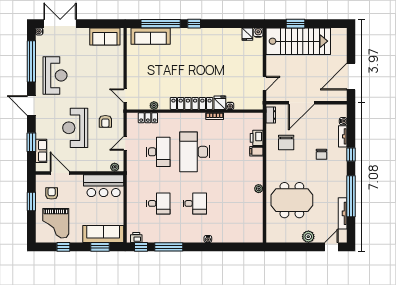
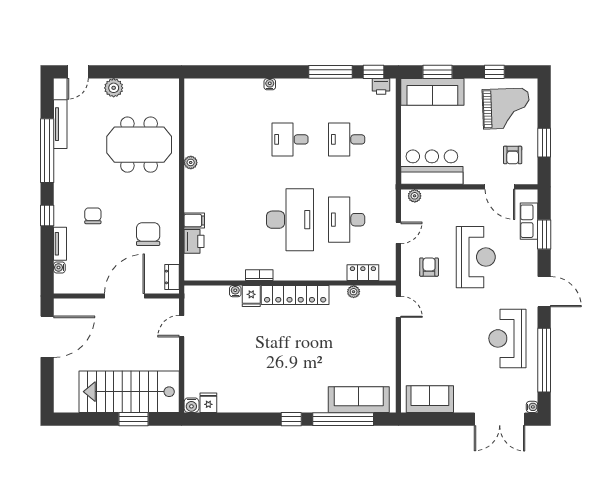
grand piano: (56, 223) -> (506, 109), turned 88

